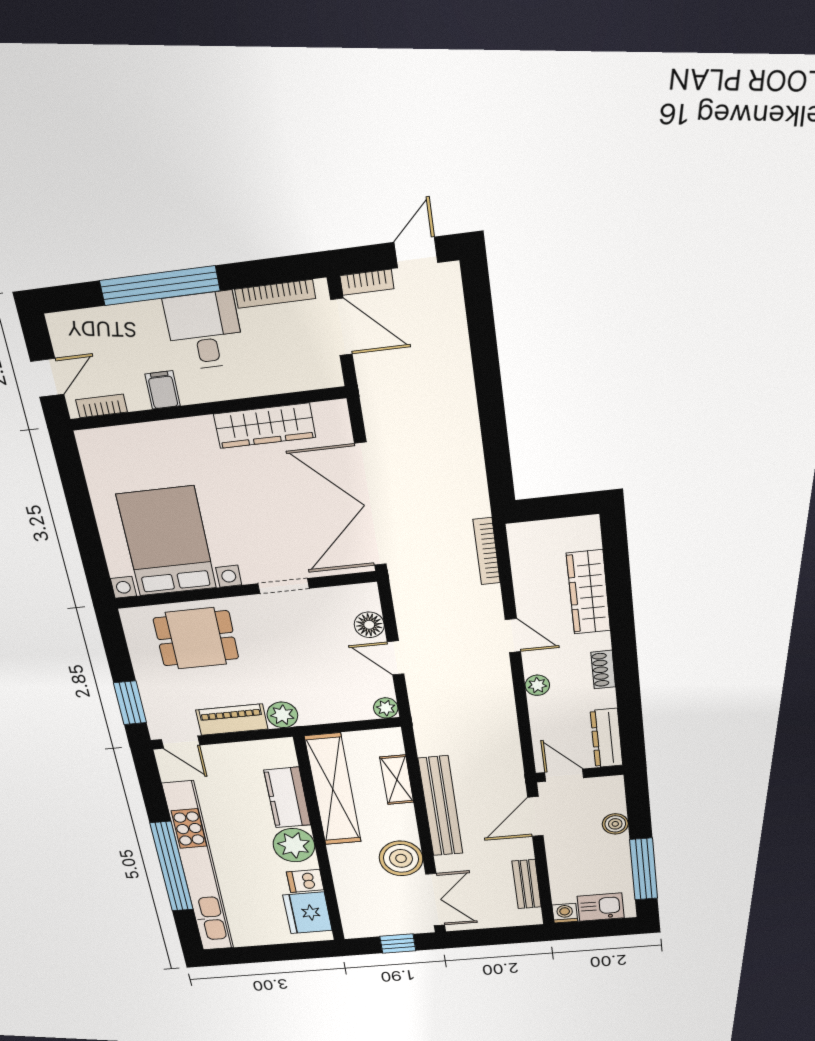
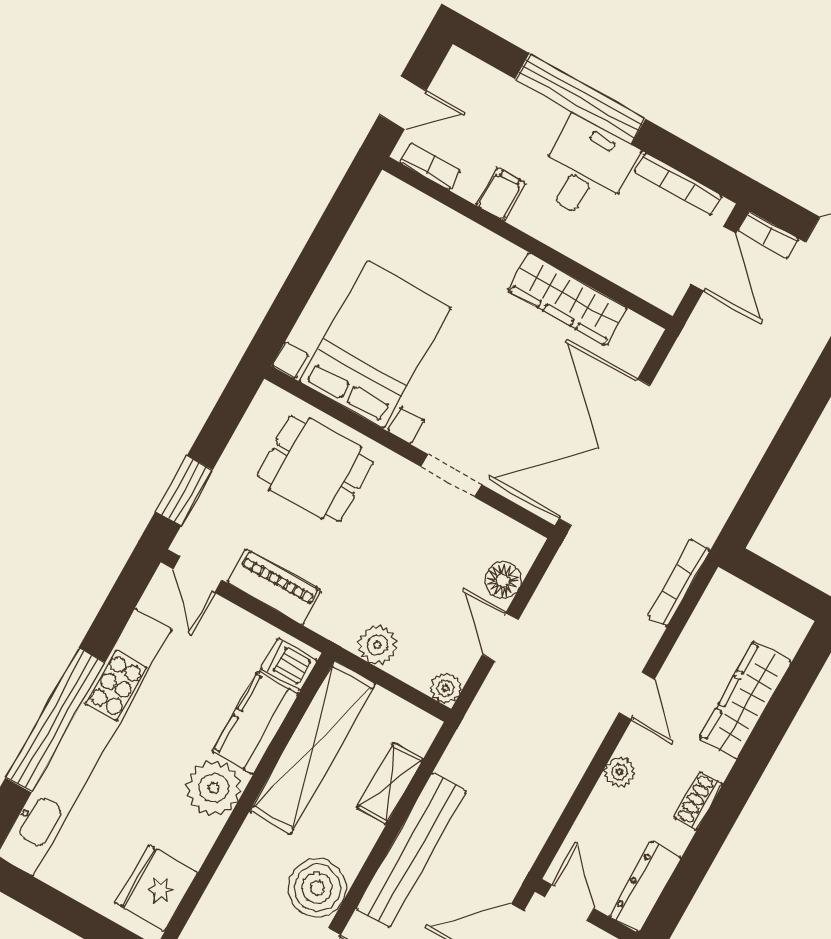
plant: (282, 715) -> (377, 645), moved
dishwasher: (305, 881) -> (289, 664), moved

